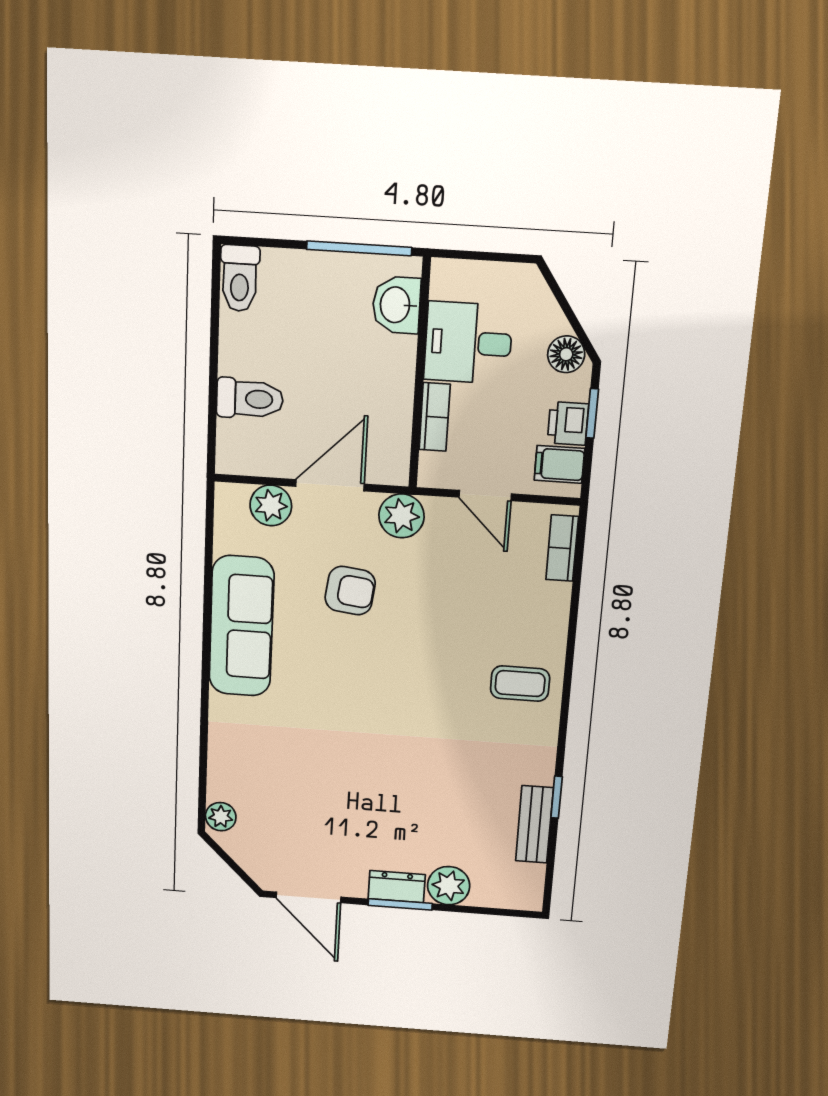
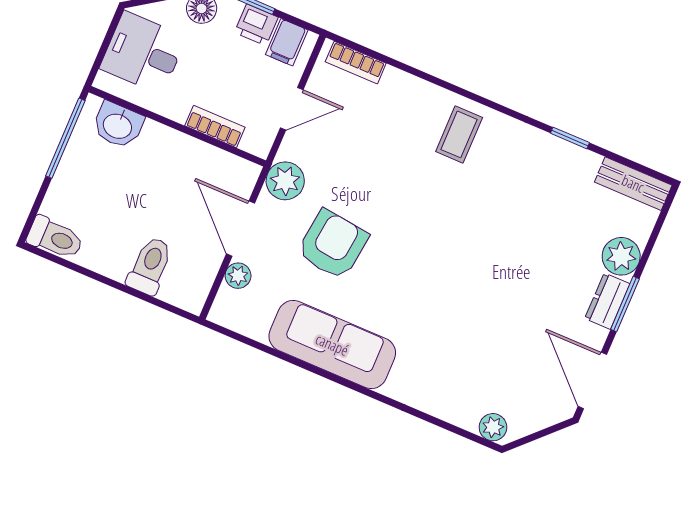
desk: (468, 343) -> (143, 53), moved, turned 90
plant: (271, 505) -> (238, 276), width x0.73, depth x0.73
armchair: (350, 591) -> (333, 244), width x1.38, depth x1.38
bench: (534, 824) -> (633, 184), moved
door: (309, 897) -> (592, 380), swing flipped

